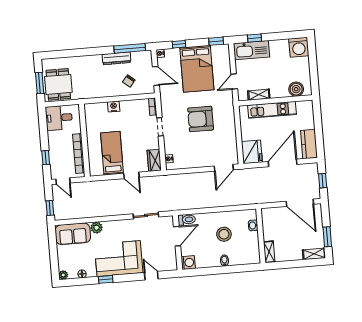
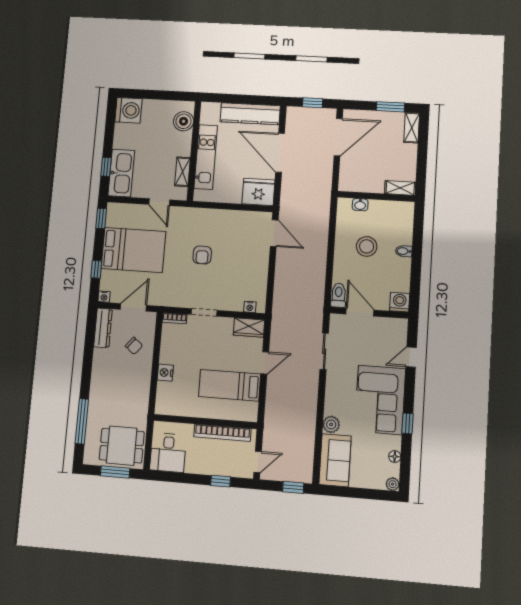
window: (130, 48) -> (82, 421), moved
dresser: (116, 58) -> (103, 328), moved
armchair: (201, 119) -> (202, 255), width x0.53, depth x0.53
kitchen counter: (309, 144) -> (250, 114), width x1.50

